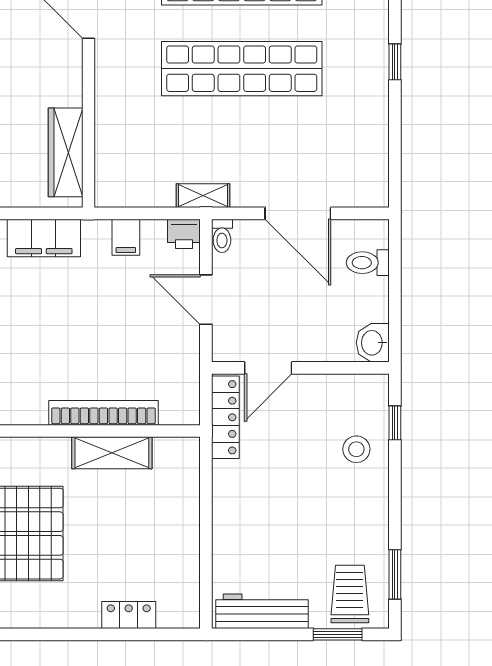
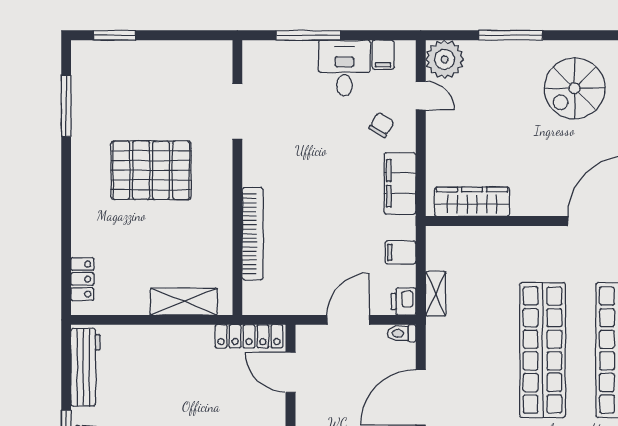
shelving: (203, 196) -> (436, 294), moved
shelving: (112, 453) -> (184, 302), moved, turned 90
locker: (129, 615) -> (82, 279), moved

